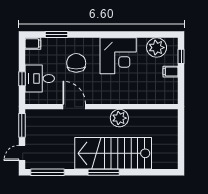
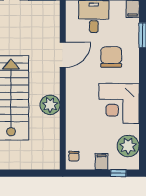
chair: (76, 63) -> (111, 57), turned -90
chair: (166, 97) -> (74, 156), added

